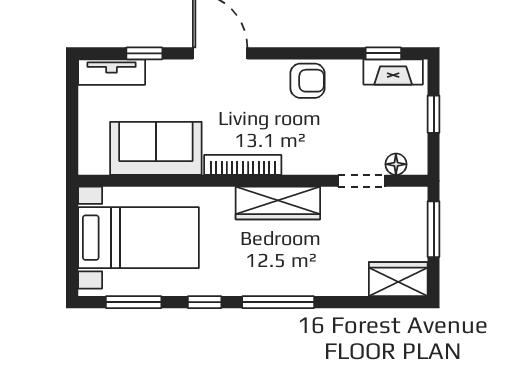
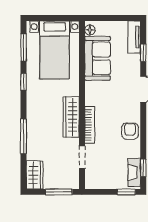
armchair: (307, 81) -> (130, 131), turned 180
window: (434, 114) -> (126, 192), moved
floor lamp: (396, 164) -> (90, 30), moved
bookcase: (243, 165) -> (90, 125), moved
window: (278, 302) -> (24, 136), moved

